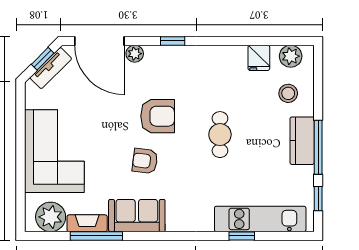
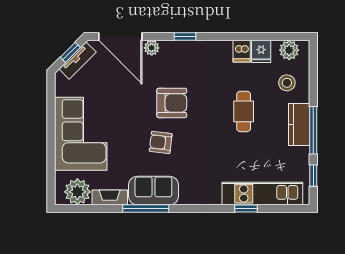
dishwasher: (237, 57) -> (242, 51), added
cafe table: (220, 135) -> (244, 111), moved
window: (96, 236) -> (146, 209), moved

